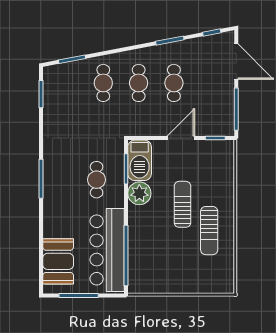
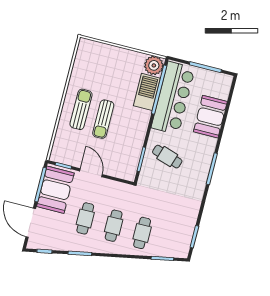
booth: (217, 108) -> (55, 190), added
door: (181, 138) -> (91, 173), swing flipped
barbecue: (140, 160) -> (147, 92), moved
cafe table: (97, 180) -> (167, 157), turned -72
plant: (139, 193) -> (154, 65), moved
sun lounger: (209, 231) -> (81, 109), moved
booth: (58, 261) -> (210, 117), moved

